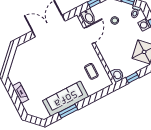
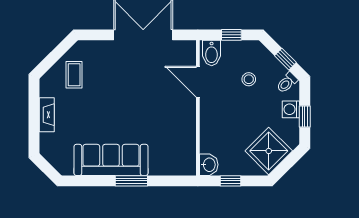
door: (89, 35) -> (198, 82), swing flipped
coffee table: (91, 71) -> (74, 75), moved
window: (68, 111) -> (131, 181), moved

